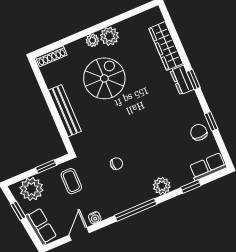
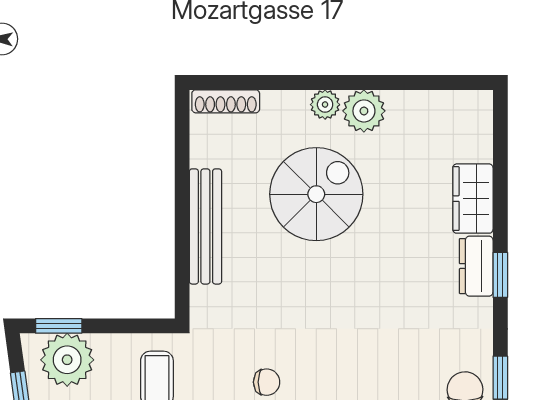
wardrobe: (166, 46) -> (473, 199), width x0.67
window: (46, 167) -> (59, 326), moved

